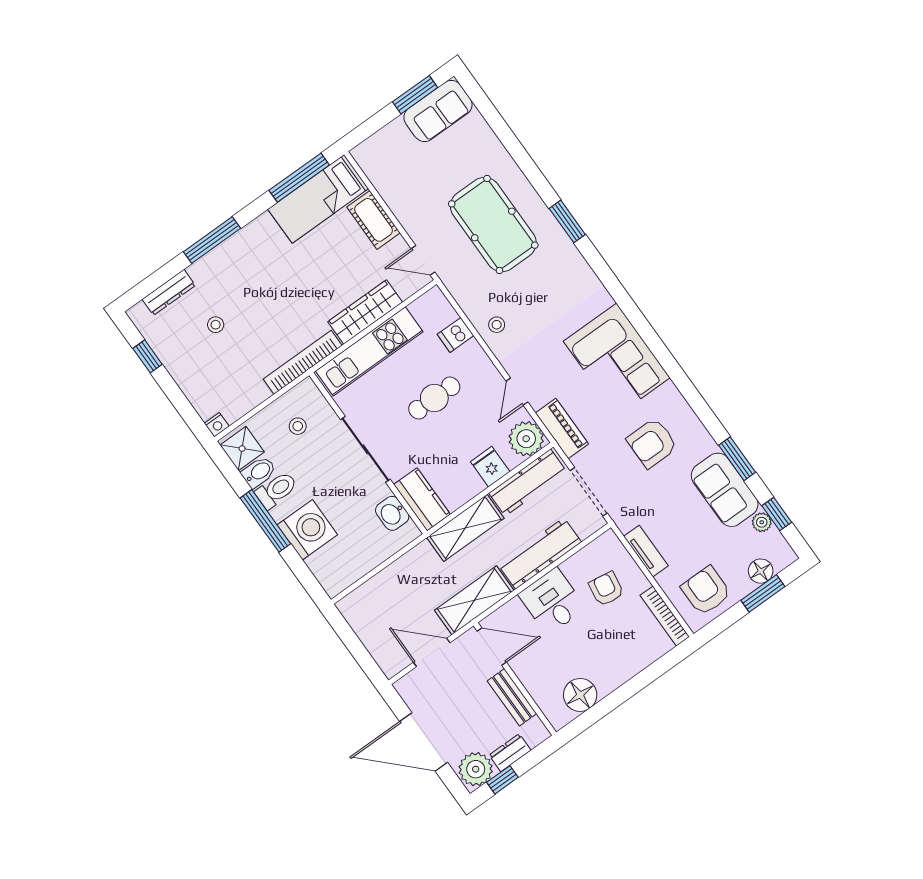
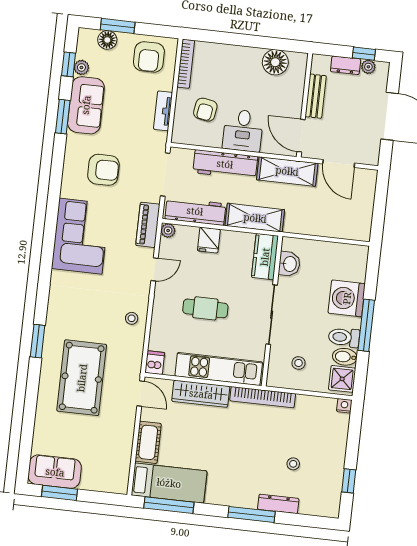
dresser: (169, 292) -> (278, 504), moved
dishwasher: (455, 335) -> (155, 363), moved, turned -90
plant: (526, 439) -> (168, 231), width x0.53, depth x0.53
plant: (476, 769) -> (368, 67), width x0.53, depth x0.53

